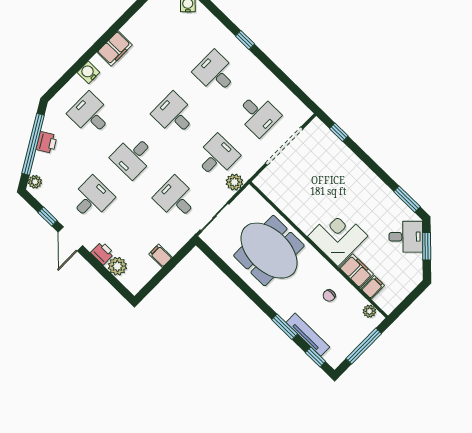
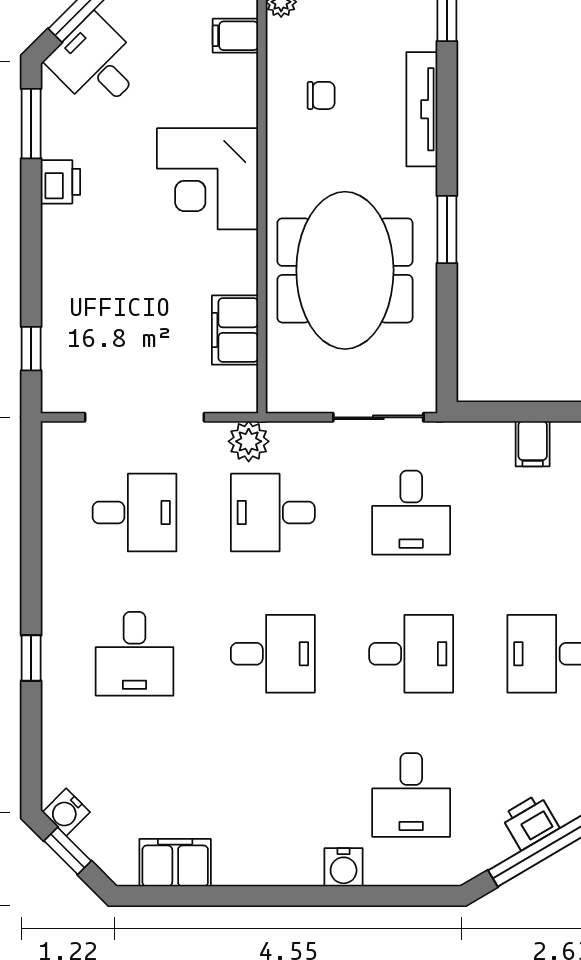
filing cabinet: (115, 48) -> (175, 863), moved
desk: (174, 115) -> (273, 654), turned -90
desk: (258, 115) -> (135, 513), turned 90
plant: (234, 182) -> (249, 441), moved
printer: (381, 191) -> (60, 182), added
filing cabinet: (356, 271) -> (235, 330), moved
window: (285, 327) -> (447, 229), moved
tv unit: (308, 335) -> (422, 109), moved

